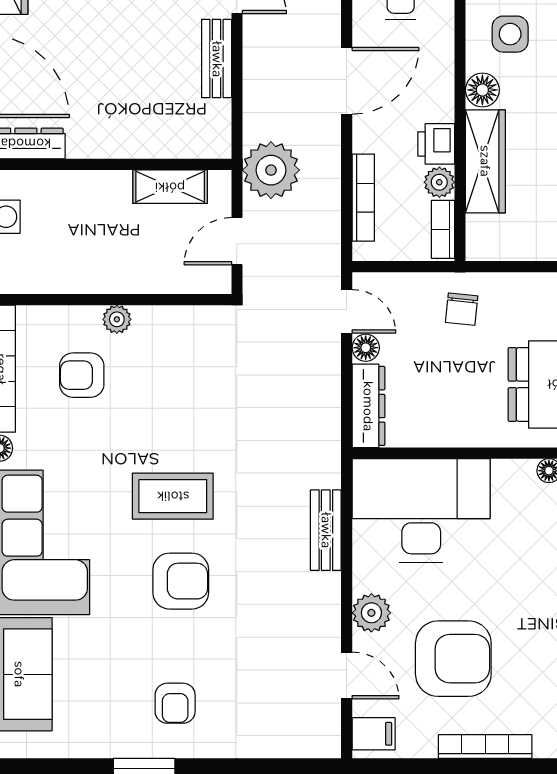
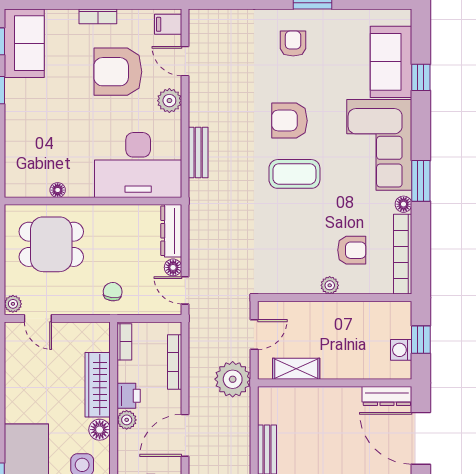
plant: (439, 182) -> (127, 420), moved
bookcase: (485, 746) -> (98, 16), width x0.64

